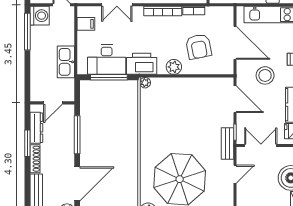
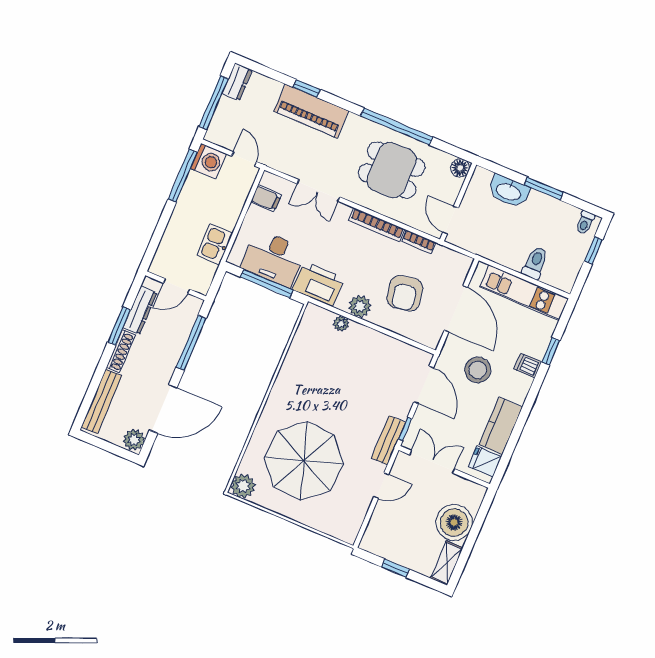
kitchen sink: (66, 62) -> (215, 244), width x0.73
plant: (145, 83) -> (341, 324), moved

